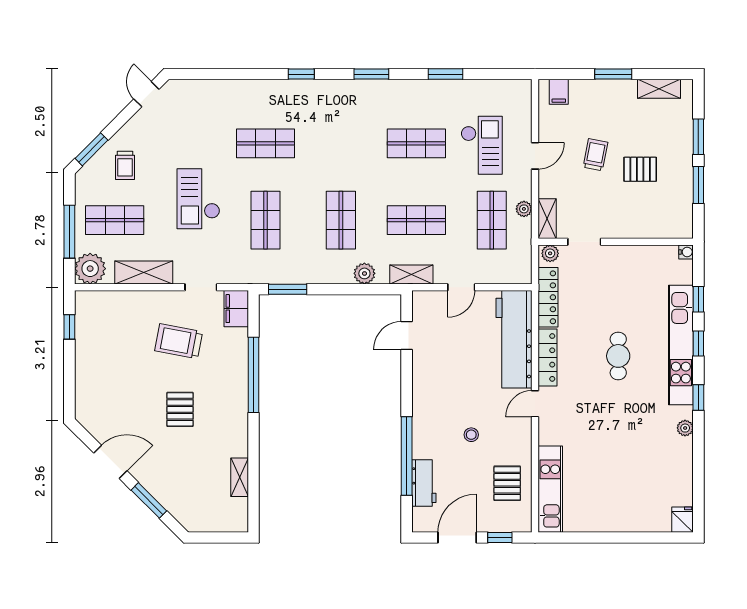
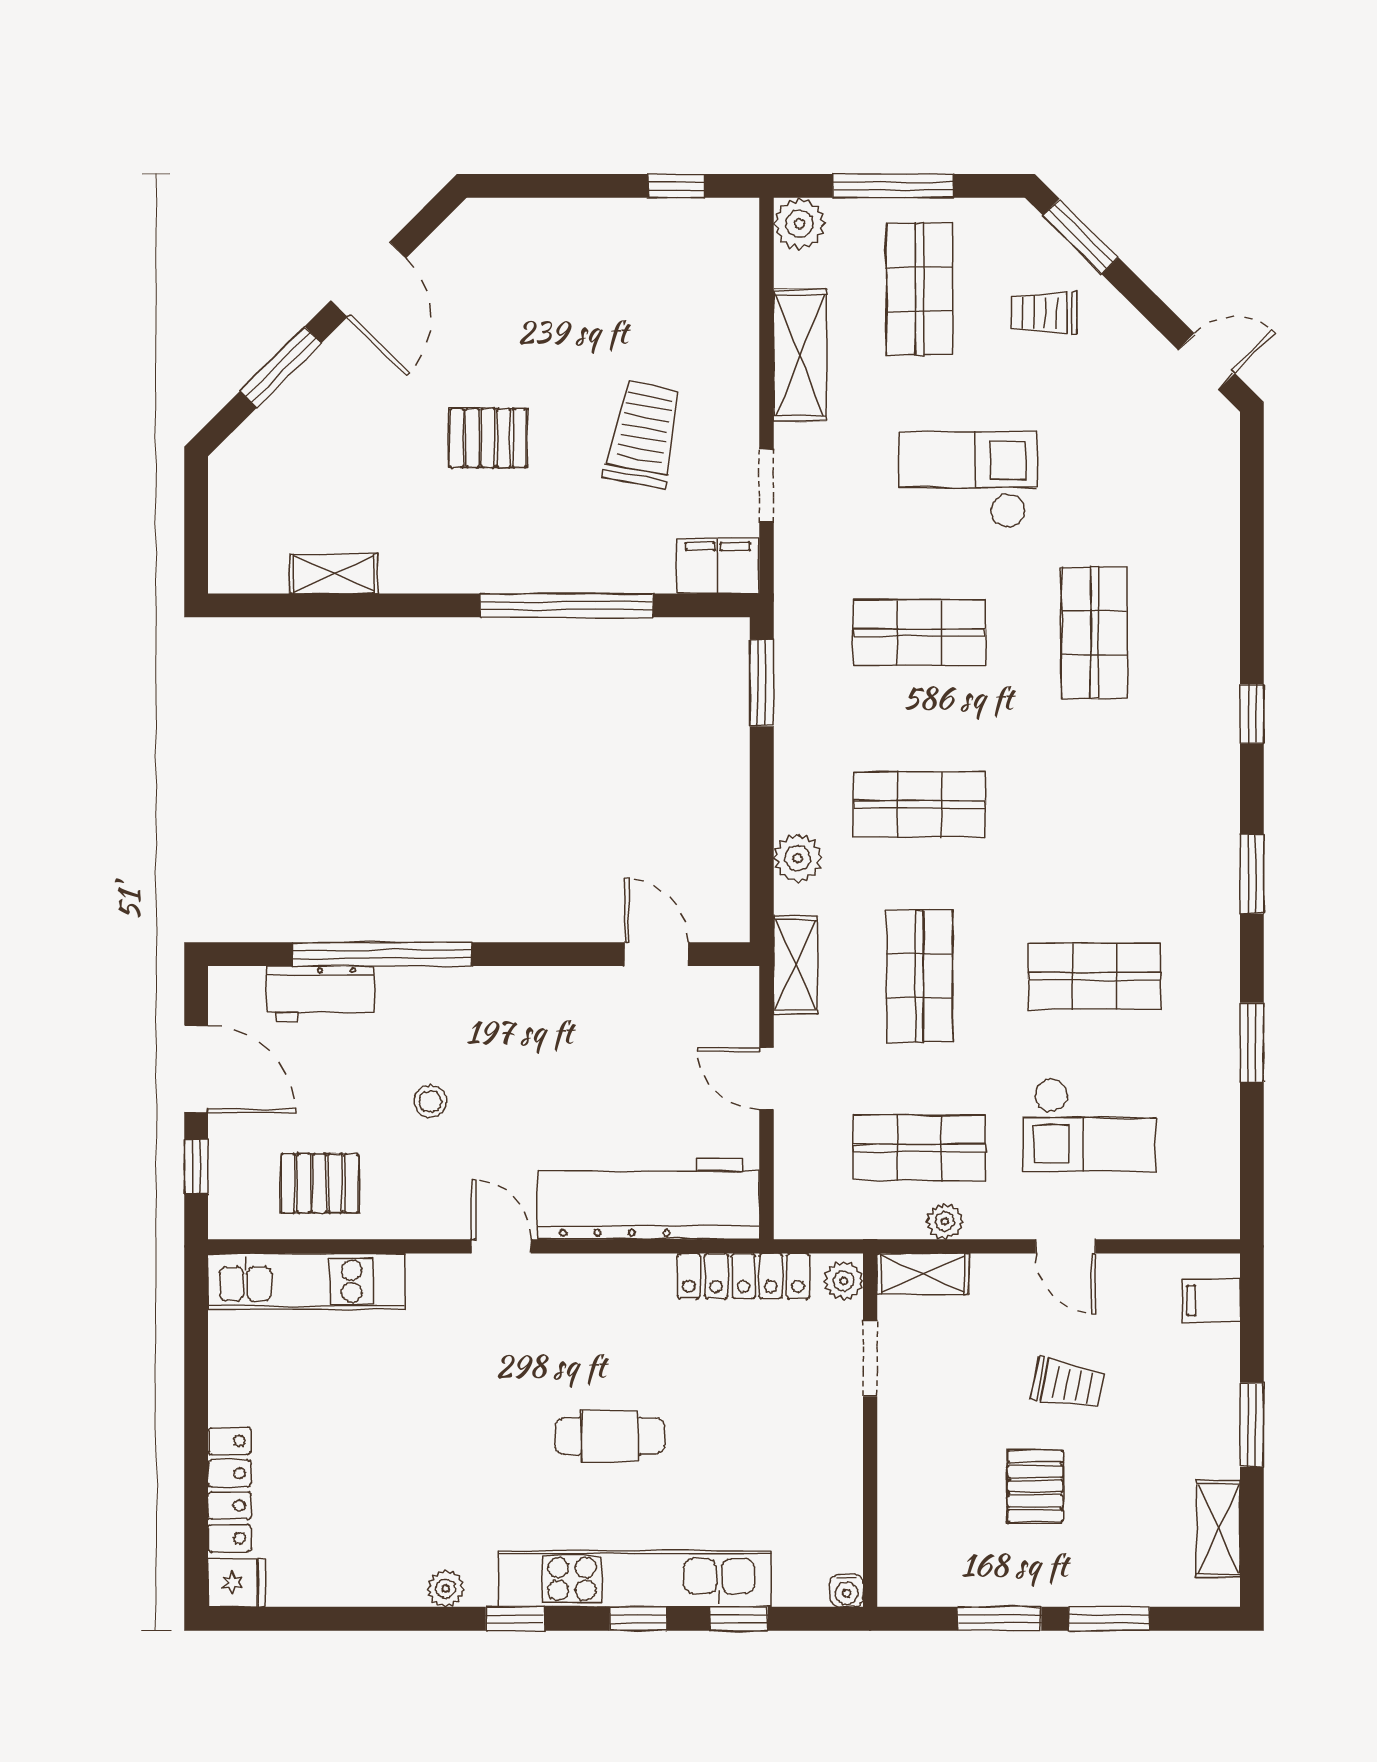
shop shelf: (416, 143) -> (1094, 976), turned 90
plant: (90, 269) -> (799, 224), width x0.73, depth x0.73
locker: (548, 357) -> (229, 1490), moved, turned -90

